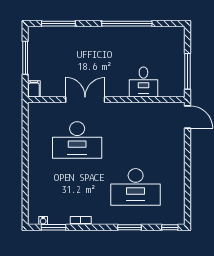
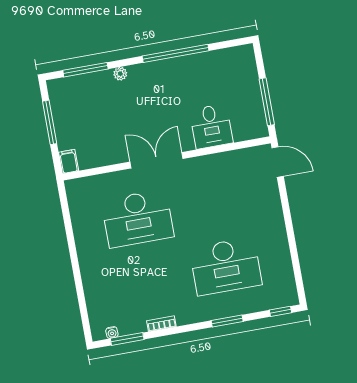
plant: (84, 31) -> (120, 74), added
double door: (85, 100) -> (157, 160), moved

